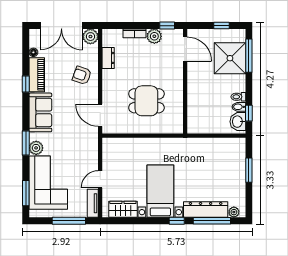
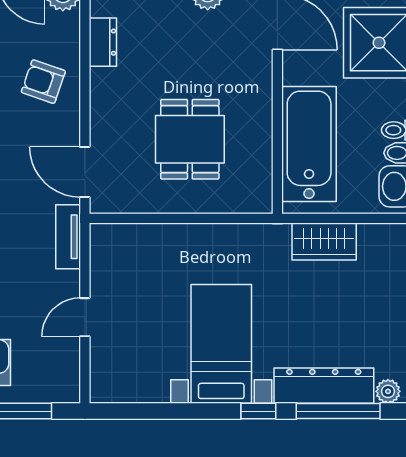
dining table: (146, 101) -> (190, 139), turned 90
bathtub: (199, 103) -> (309, 144), added
tv unit: (93, 203) -> (68, 237), moved
wardrobe: (123, 209) -> (324, 241), moved, turned 180

